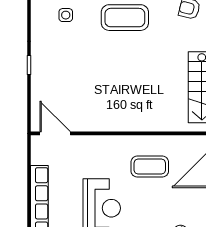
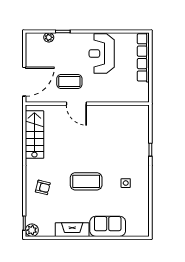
door: (55, 133) -> (76, 104), moved

